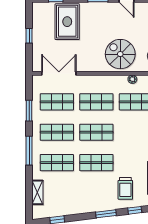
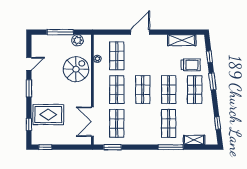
window: (29, 36) -> (45, 147), moved
spiral stairs: (120, 54) -> (76, 69), turned 180
window: (29, 111) -> (113, 147), moved
shop shelf: (57, 132) -> (195, 90), moved
window: (29, 151) -> (171, 147), moved

